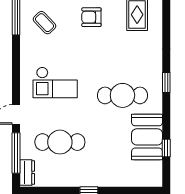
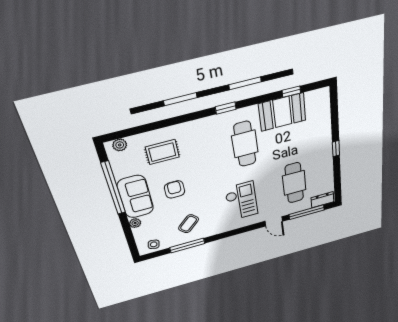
armchair: (91, 17) -> (175, 189), turned 180

